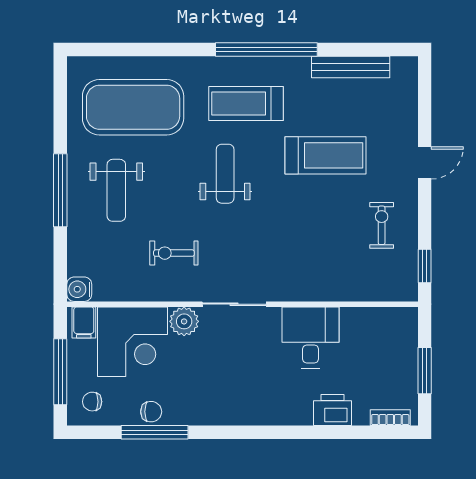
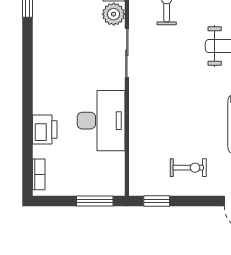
desk: (311, 337) -> (101, 121), width x1.37
window: (425, 371) -> (95, 201), moved

